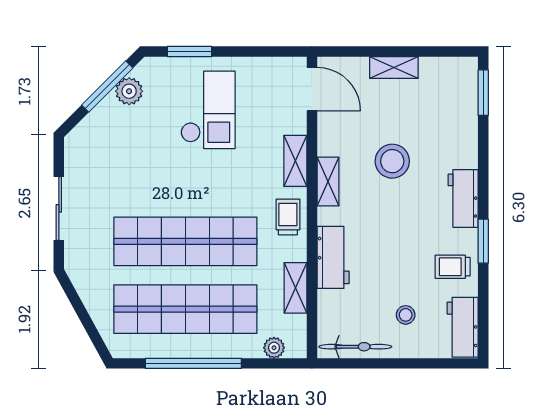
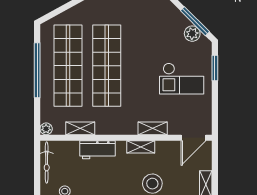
trolley: (288, 217) -> (121, 124), removed
plant: (274, 348) -> (46, 129), moved

